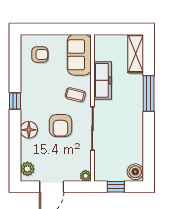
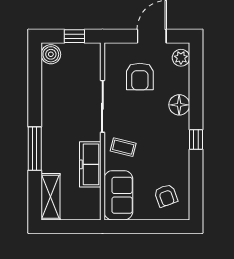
armchair: (40, 54) -> (166, 196), turned -110
armchair: (60, 126) -> (140, 76), moved, turned 180
plant: (86, 176) -> (111, 49), removed

